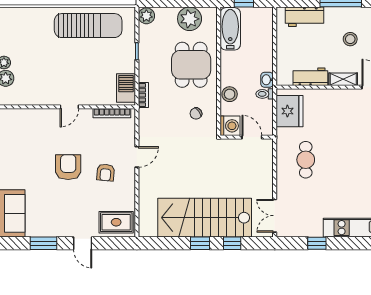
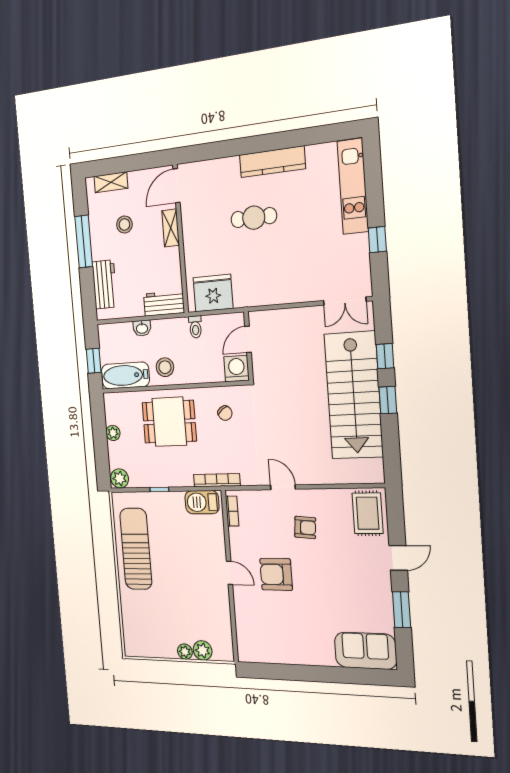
plant: (190, 19) -> (113, 433), width x0.53, depth x0.53
workbench: (310, 77) -> (164, 303), moved, turned 90
washbasin: (267, 80) -> (142, 328), moved
stool: (230, 94) -> (165, 367), moved
bookcase: (143, 95) -> (217, 480), width x1.56
bookcase: (112, 113) -> (232, 511), width x0.64
cafe table: (306, 160) -> (254, 218), moved
armchair: (68, 167) -> (276, 574), moved

